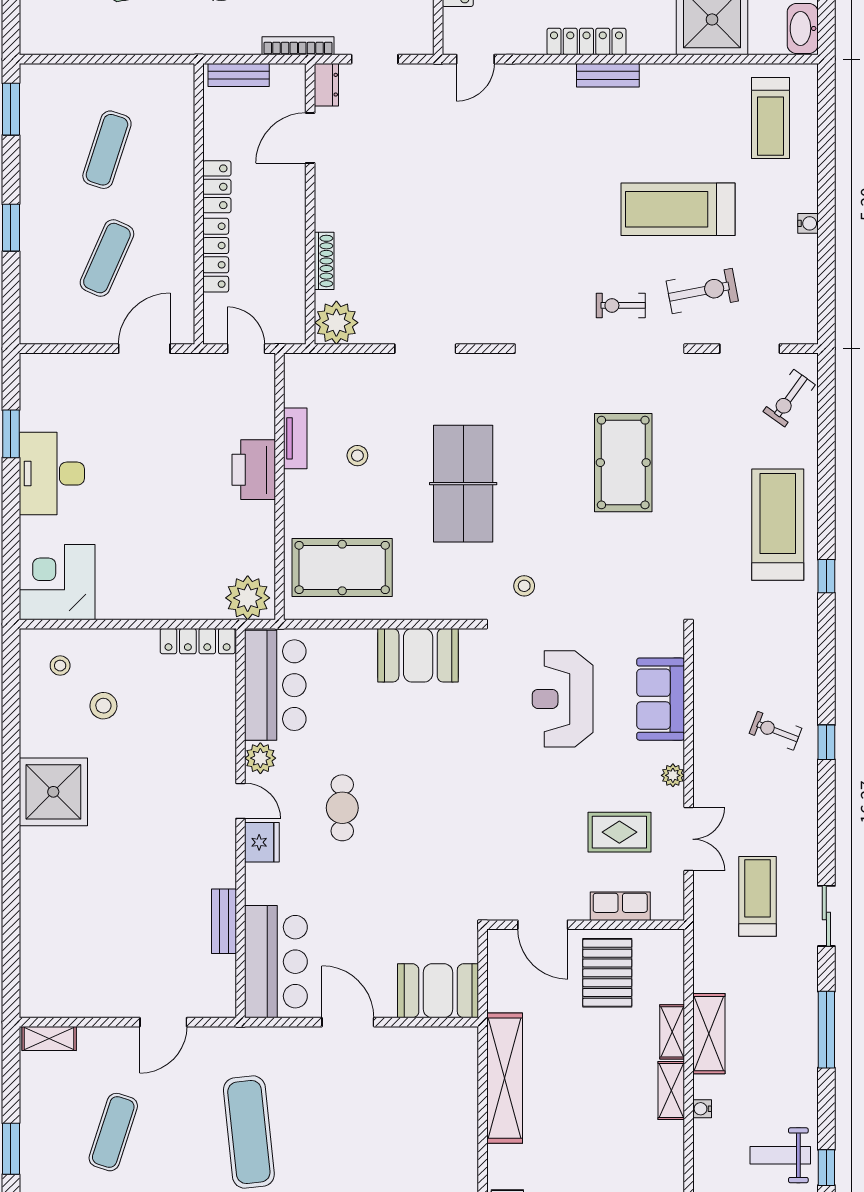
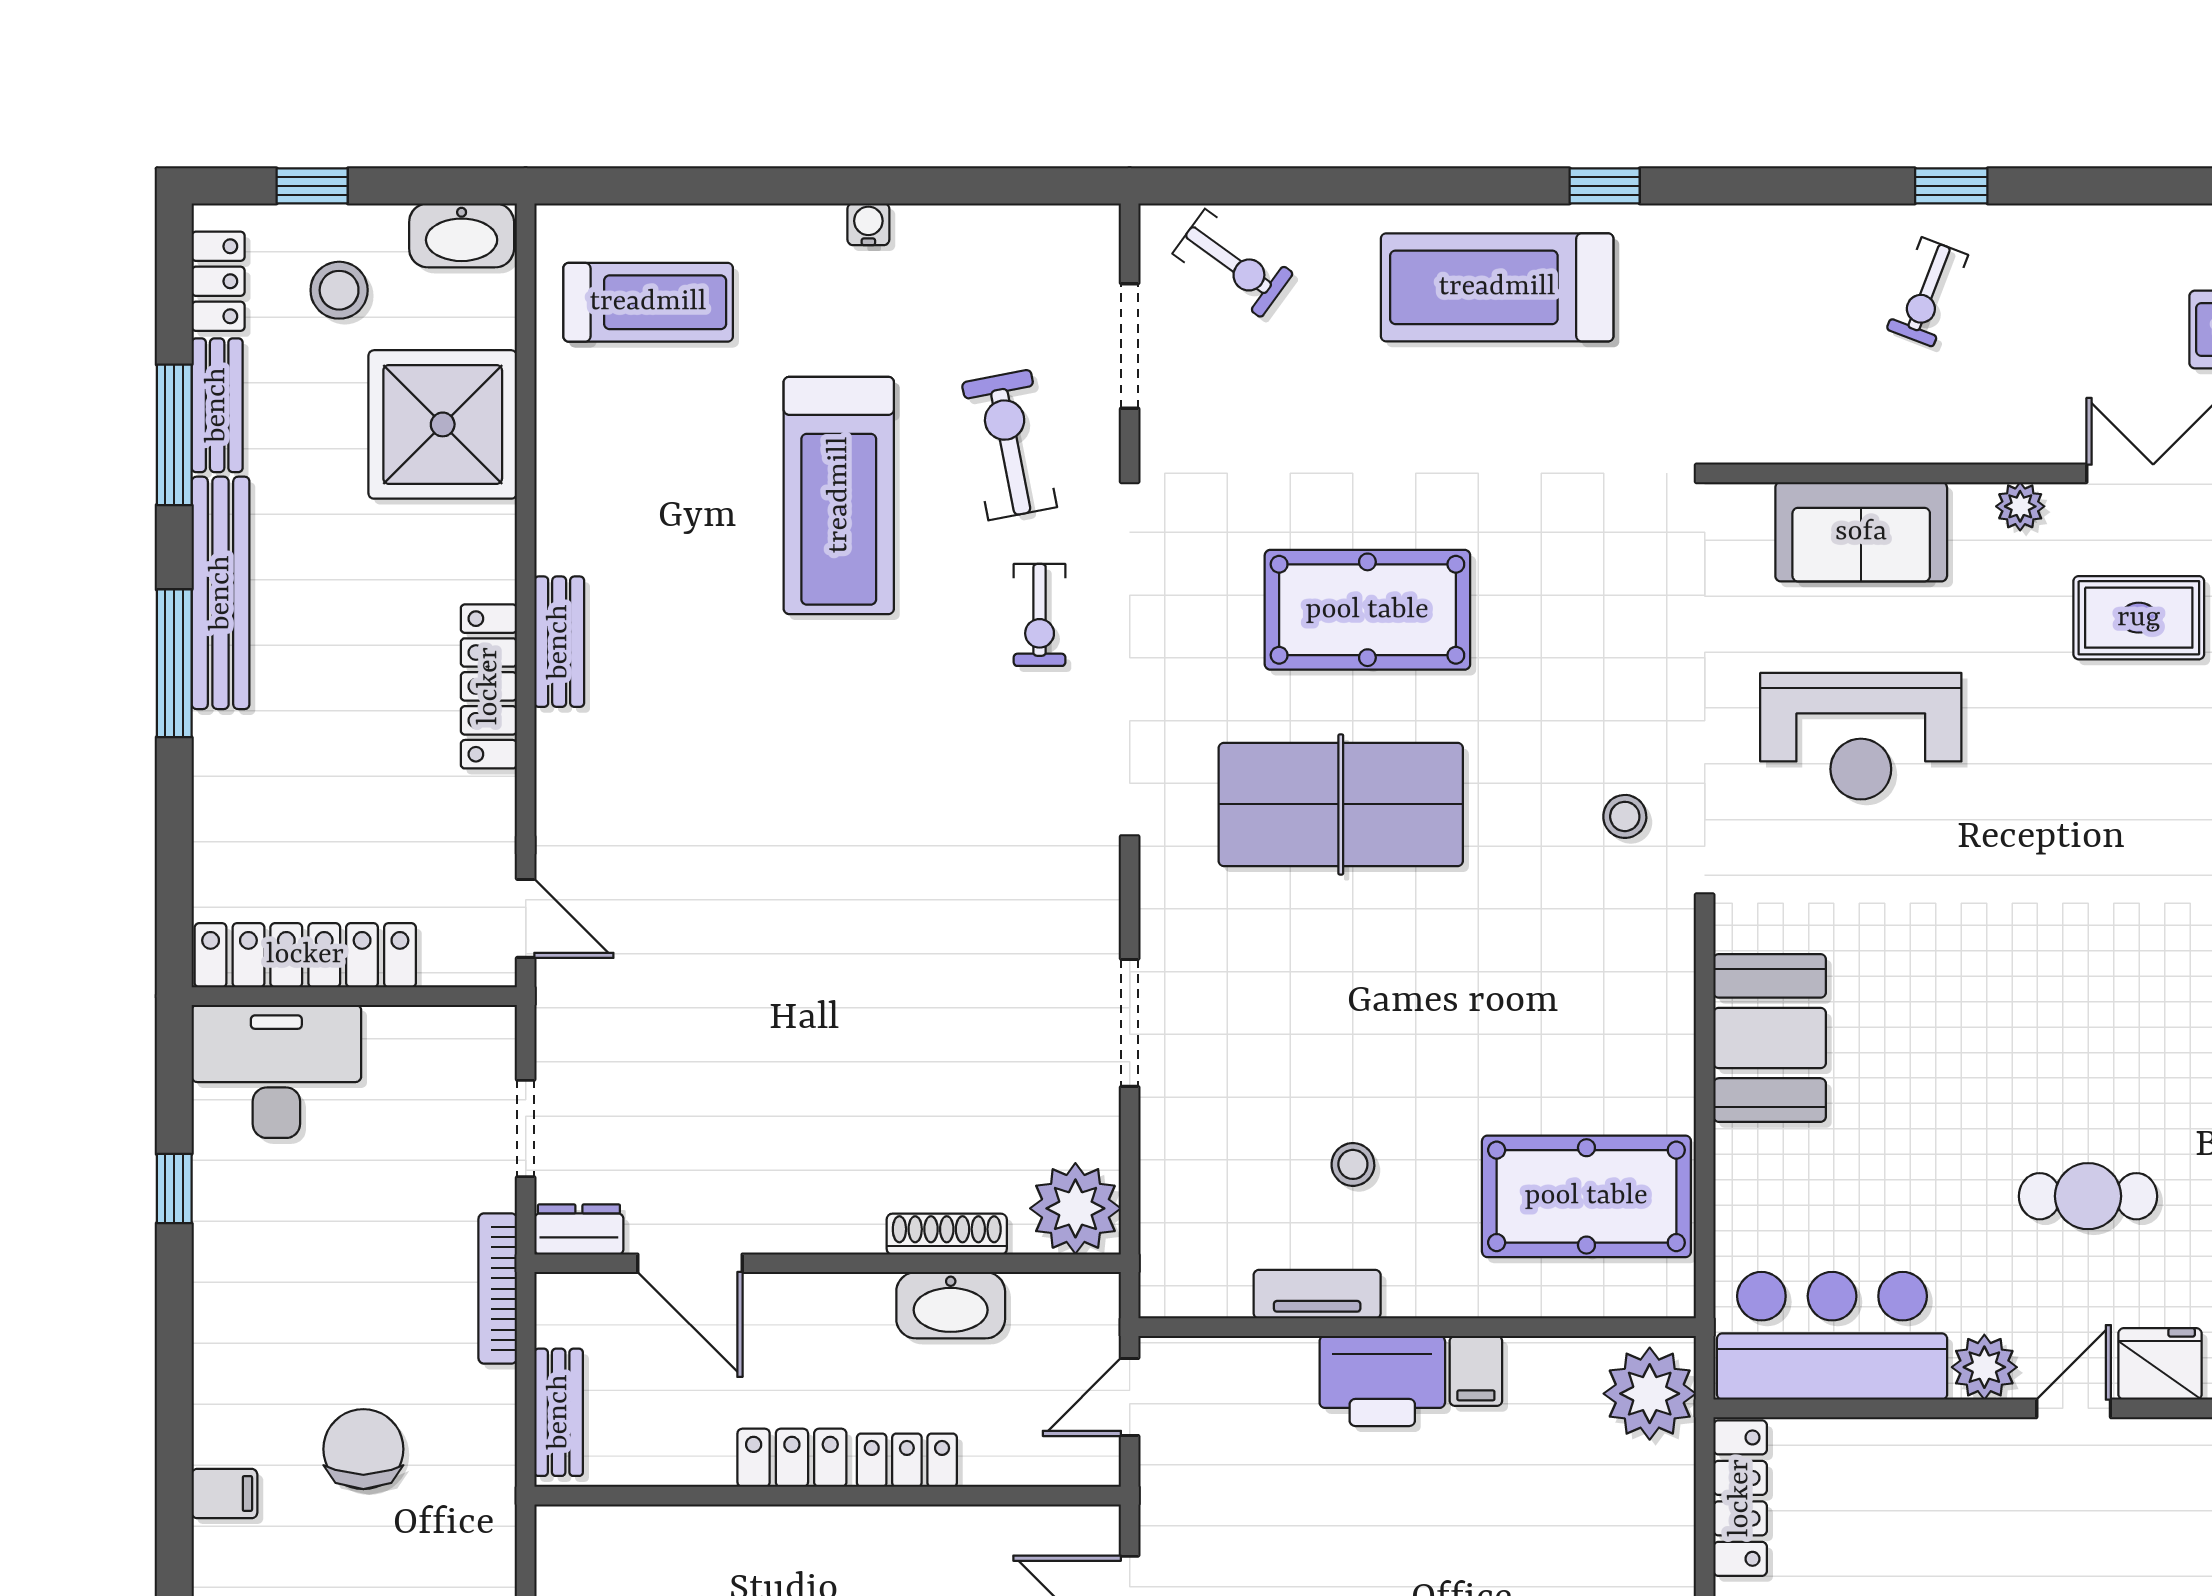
locker: (216, 255) -> (907, 1460), width x0.66
washbasin: (290, 263) -> (951, 1305), added
table tennis table: (463, 484) -> (1341, 804), moved
filing cabinet: (259, 515) -> (1476, 1371), added
pool table: (342, 567) -> (1586, 1196), turned 90
rug: (619, 832) -> (2139, 618), turned 90

